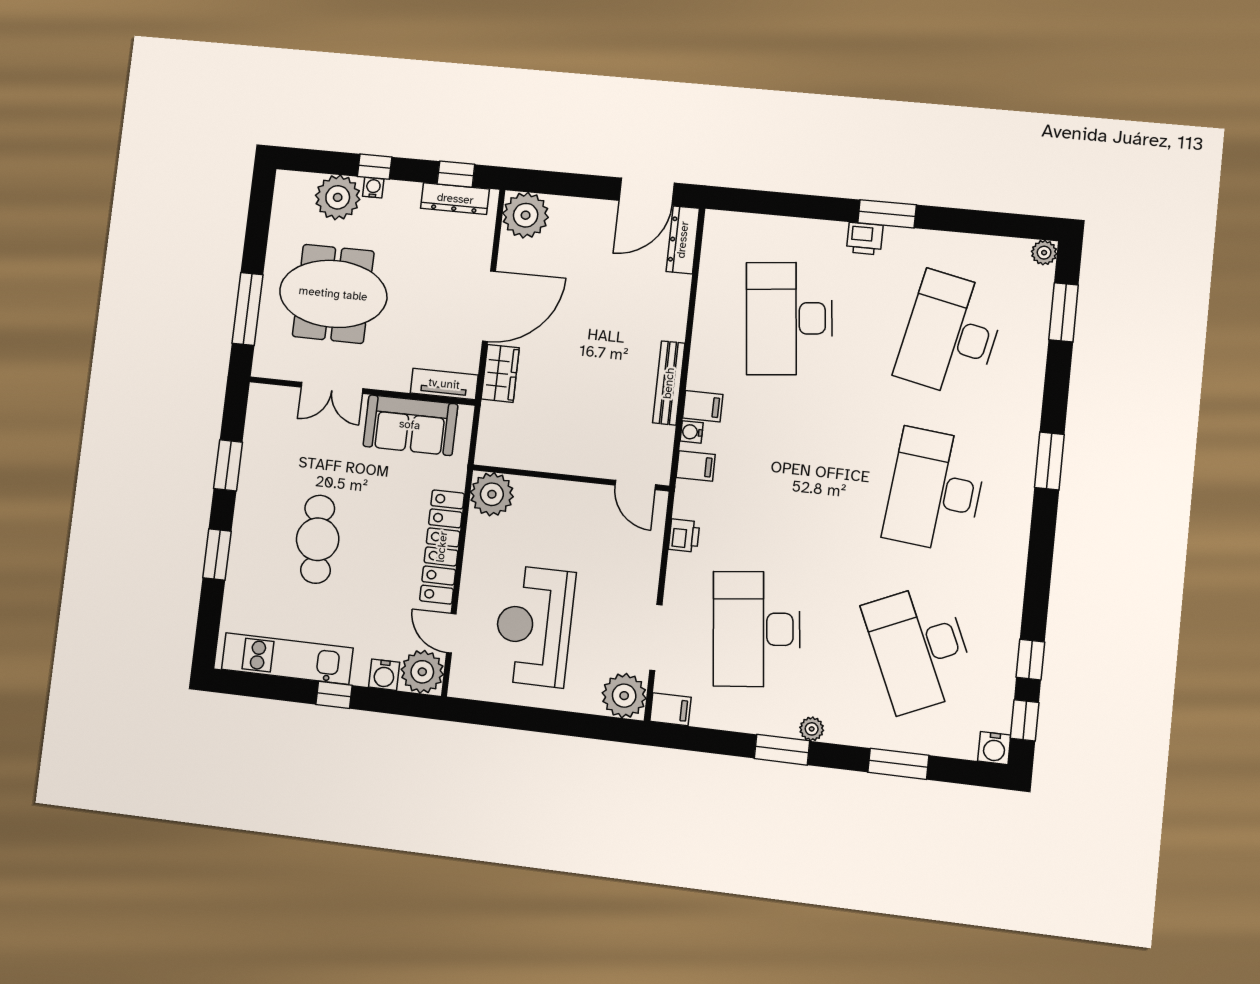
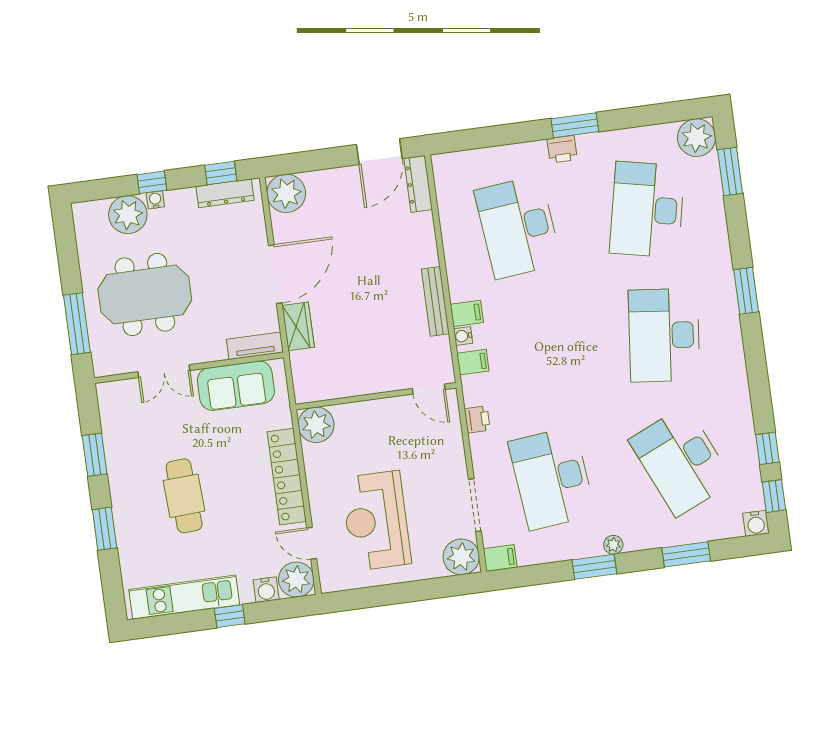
plant: (1044, 253) -> (697, 138), width x1.87, depth x1.87

